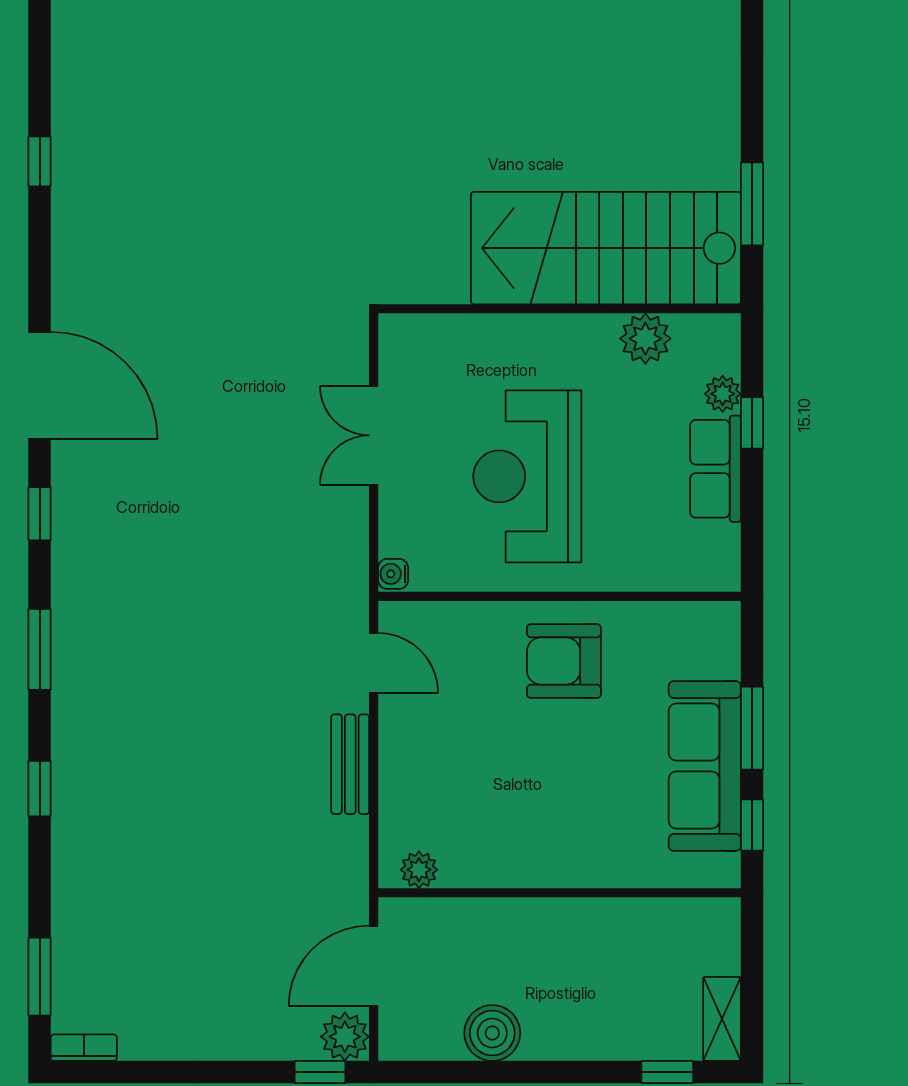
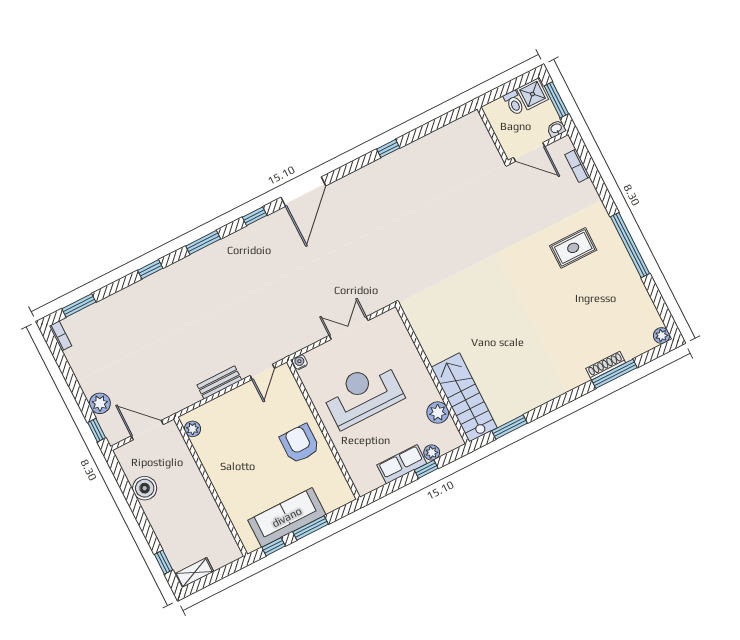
stairs: (606, 248) -> (464, 397), width x0.73, depth x0.66
plant: (345, 1037) -> (100, 403), moved

